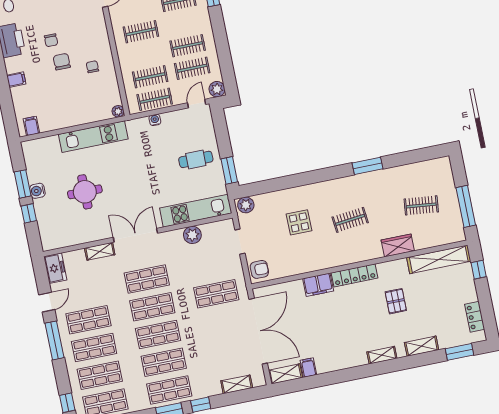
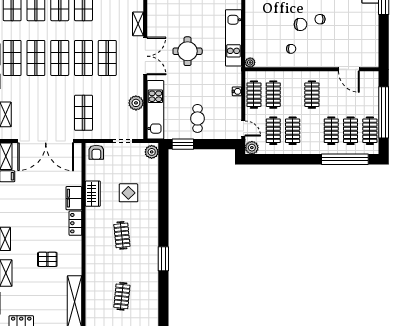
round table: (85, 192) -> (188, 51), moved
wardrobe: (398, 246) -> (93, 194), moved
locker: (354, 275) -> (75, 223), width x0.66

